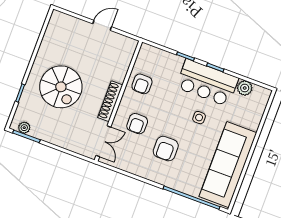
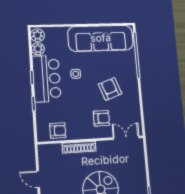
armchair: (142, 84) -> (58, 131), moved
plant: (260, 94) -> (37, 35), added
shoe rack: (110, 101) -> (79, 147), moved
armchair: (166, 149) -> (110, 89), turned -110

